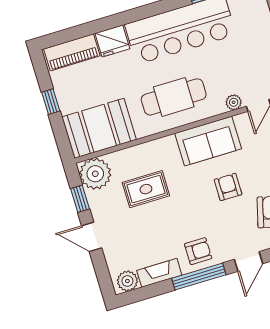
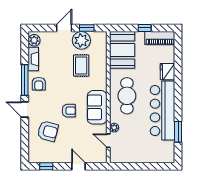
piano: (72, 52) -> (160, 38), moved, turned -90
plant: (95, 174) -> (81, 40), moved

